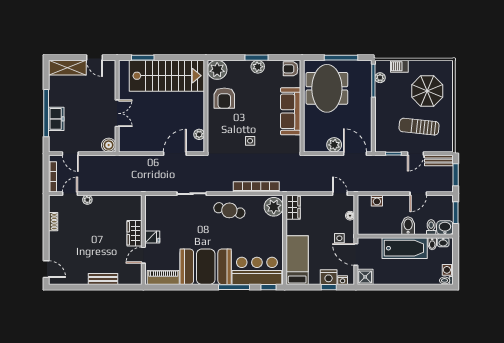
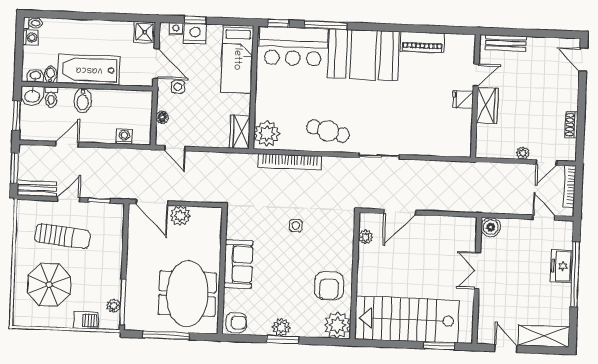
armchair: (224, 98) -> (329, 286), turned 180
sofa: (291, 111) -> (238, 264), width x0.73
wardrobe: (134, 233) -> (487, 106), moved
fridge: (152, 237) -> (463, 99), moved
wall: (143, 240) -> (475, 96), moved
door: (143, 255) -> (476, 75), moved

